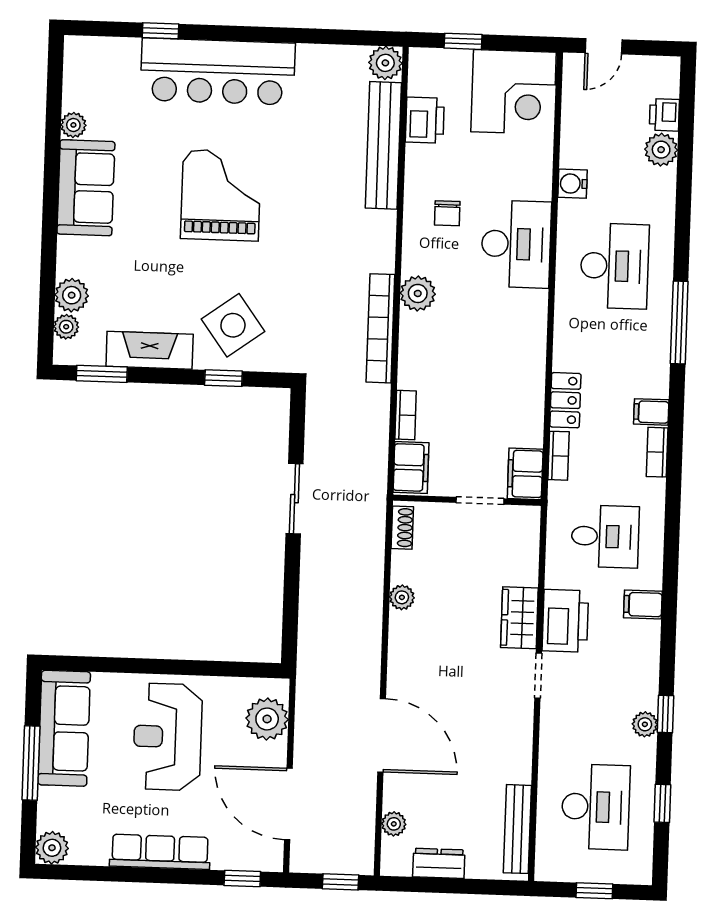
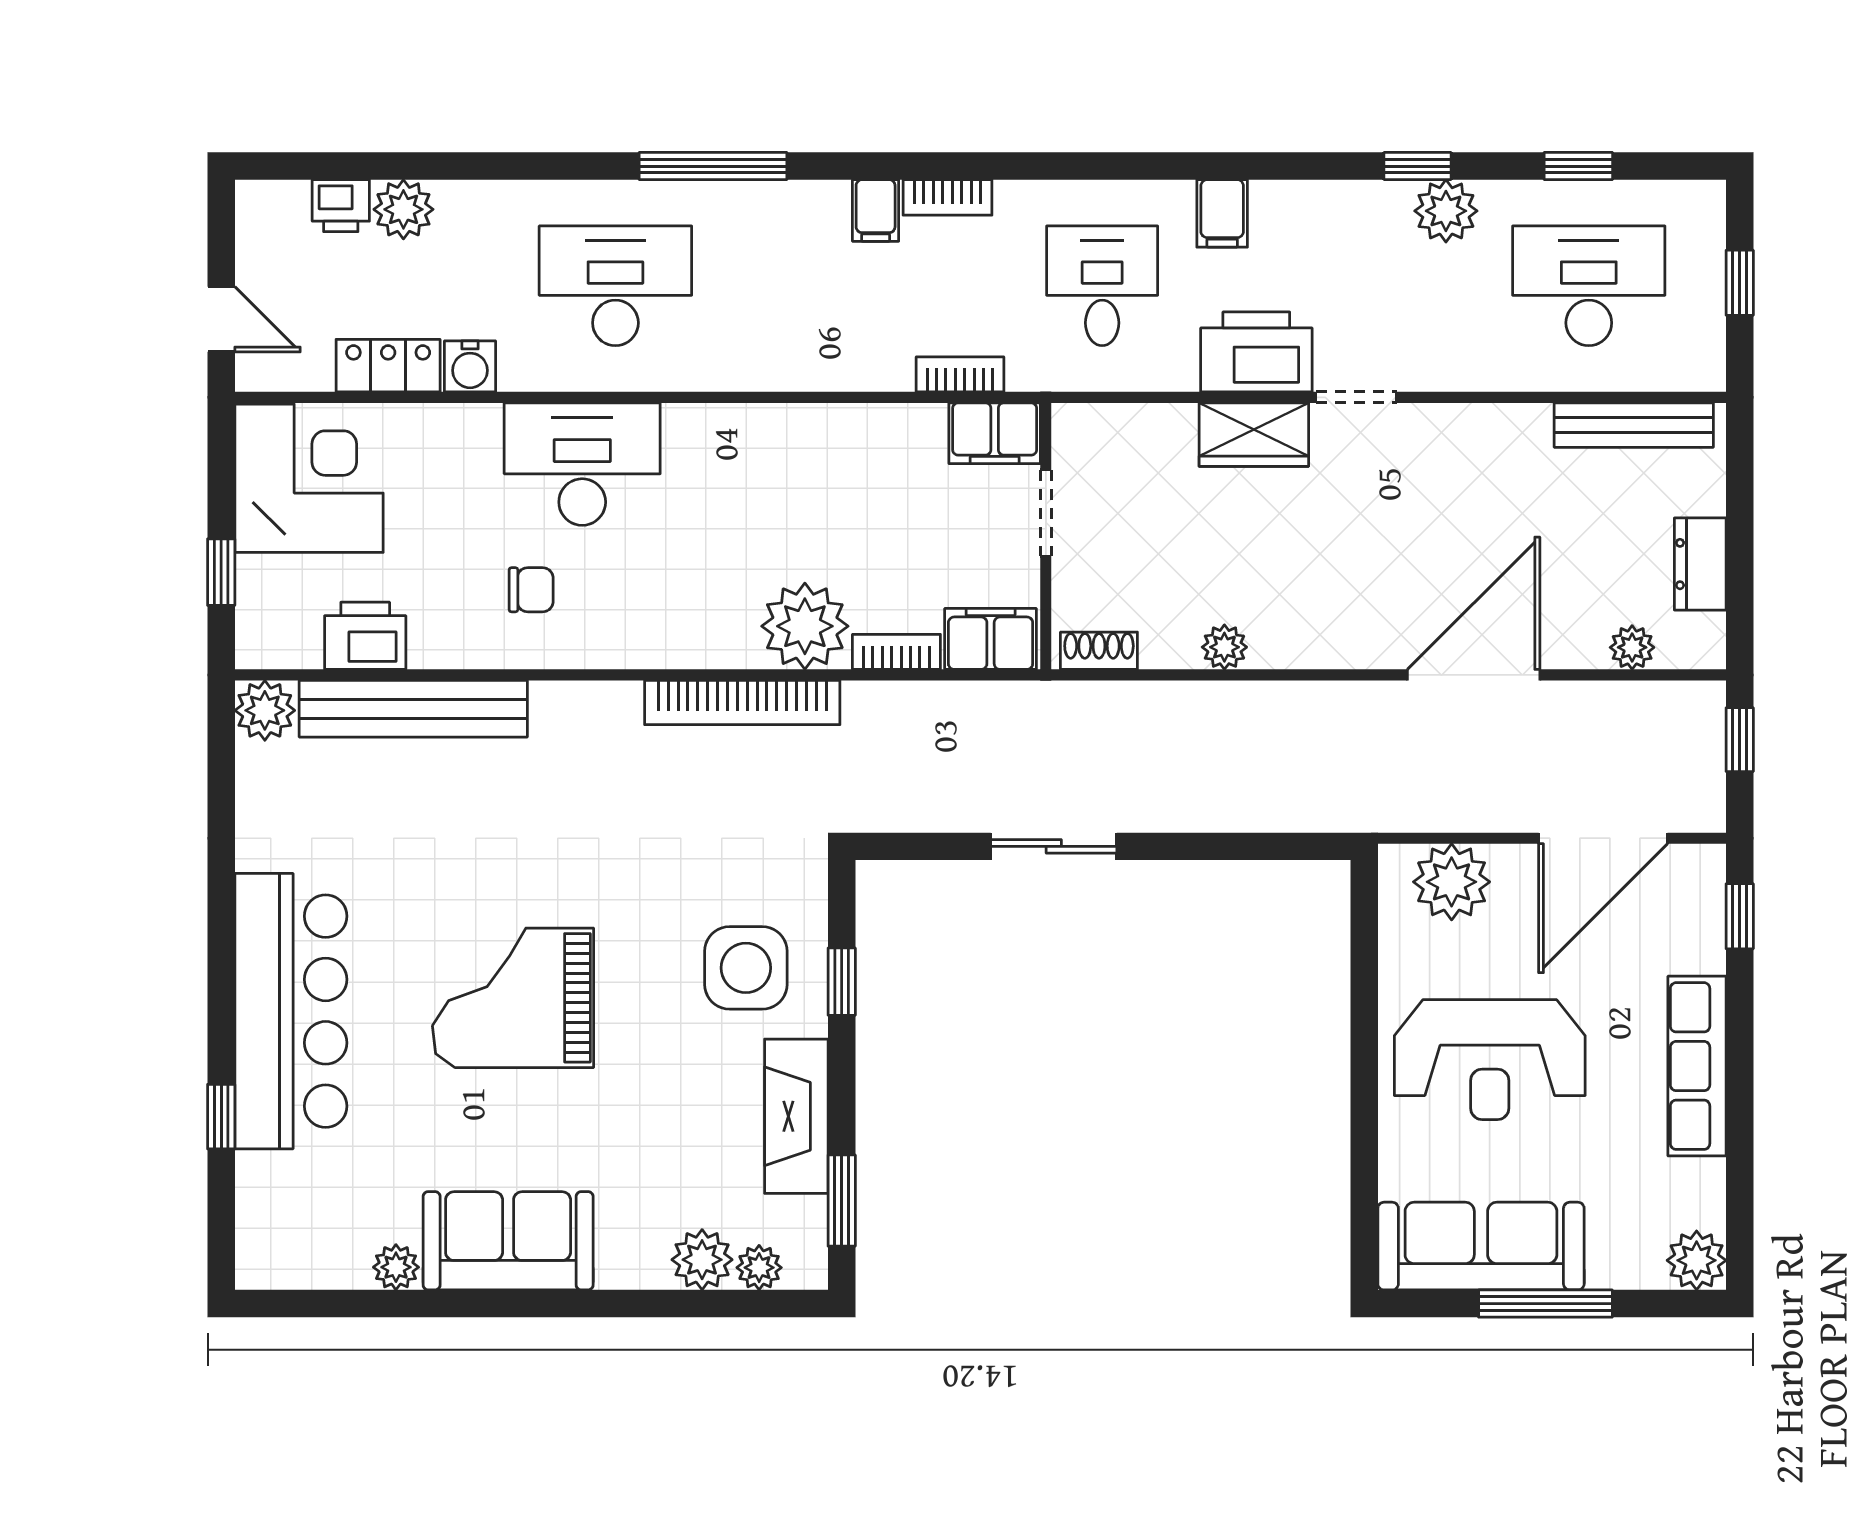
plant: (418, 293) -> (805, 626), moved, width x1.36, depth x1.36
side table: (233, 325) -> (746, 968), turned 36
locker: (565, 400) -> (388, 366), moved
plant: (645, 724) -> (1446, 211), width x1.38, depth x1.38

